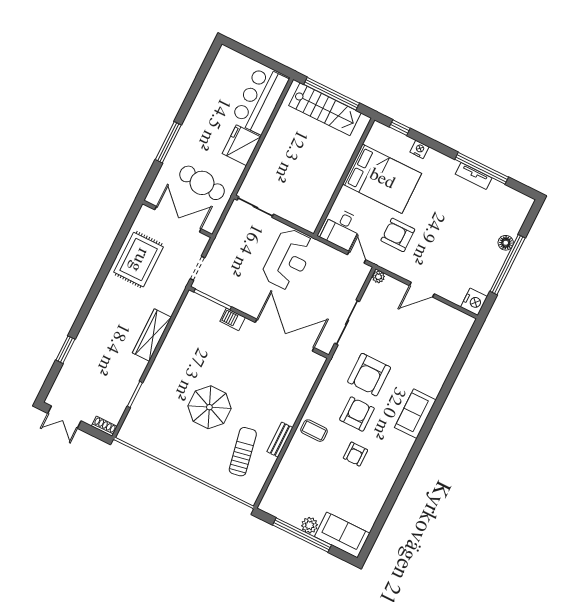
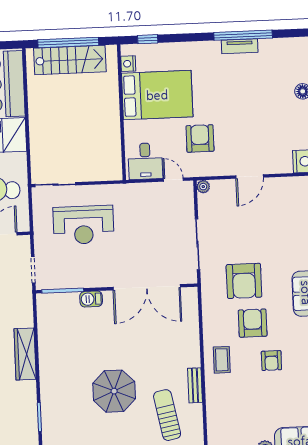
nightstand: (420, 149) -> (128, 64), moved, turned -90
armchair: (398, 235) -> (200, 138), turned 90
reception desk: (288, 259) -> (83, 225), moved, turned 90
double door: (285, 335) -> (147, 287), swing flipped
coffee table: (314, 431) -> (222, 360), turned 90

